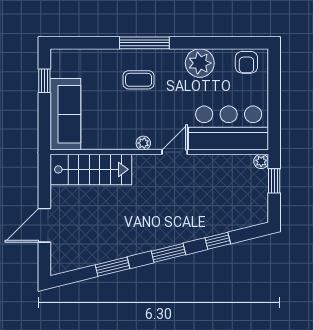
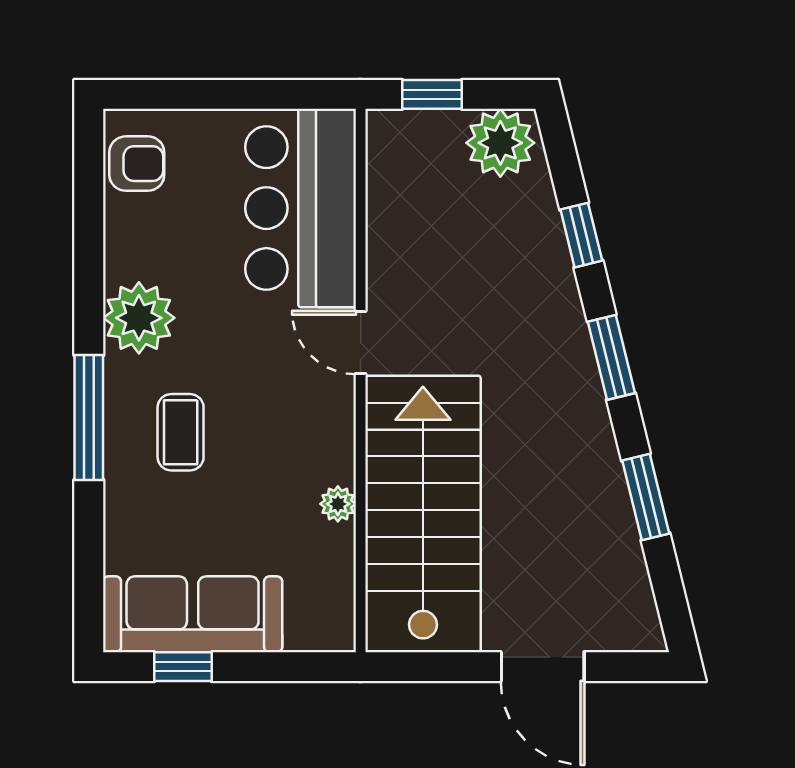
plant: (200, 63) -> (139, 318), moved
sofa: (65, 114) -> (193, 614), moved
plant: (143, 143) -> (338, 504), moved
plant: (261, 161) -> (500, 143), moved, width x1.88, depth x1.88
stairs: (91, 169) -> (423, 514), width x1.36, depth x1.51

